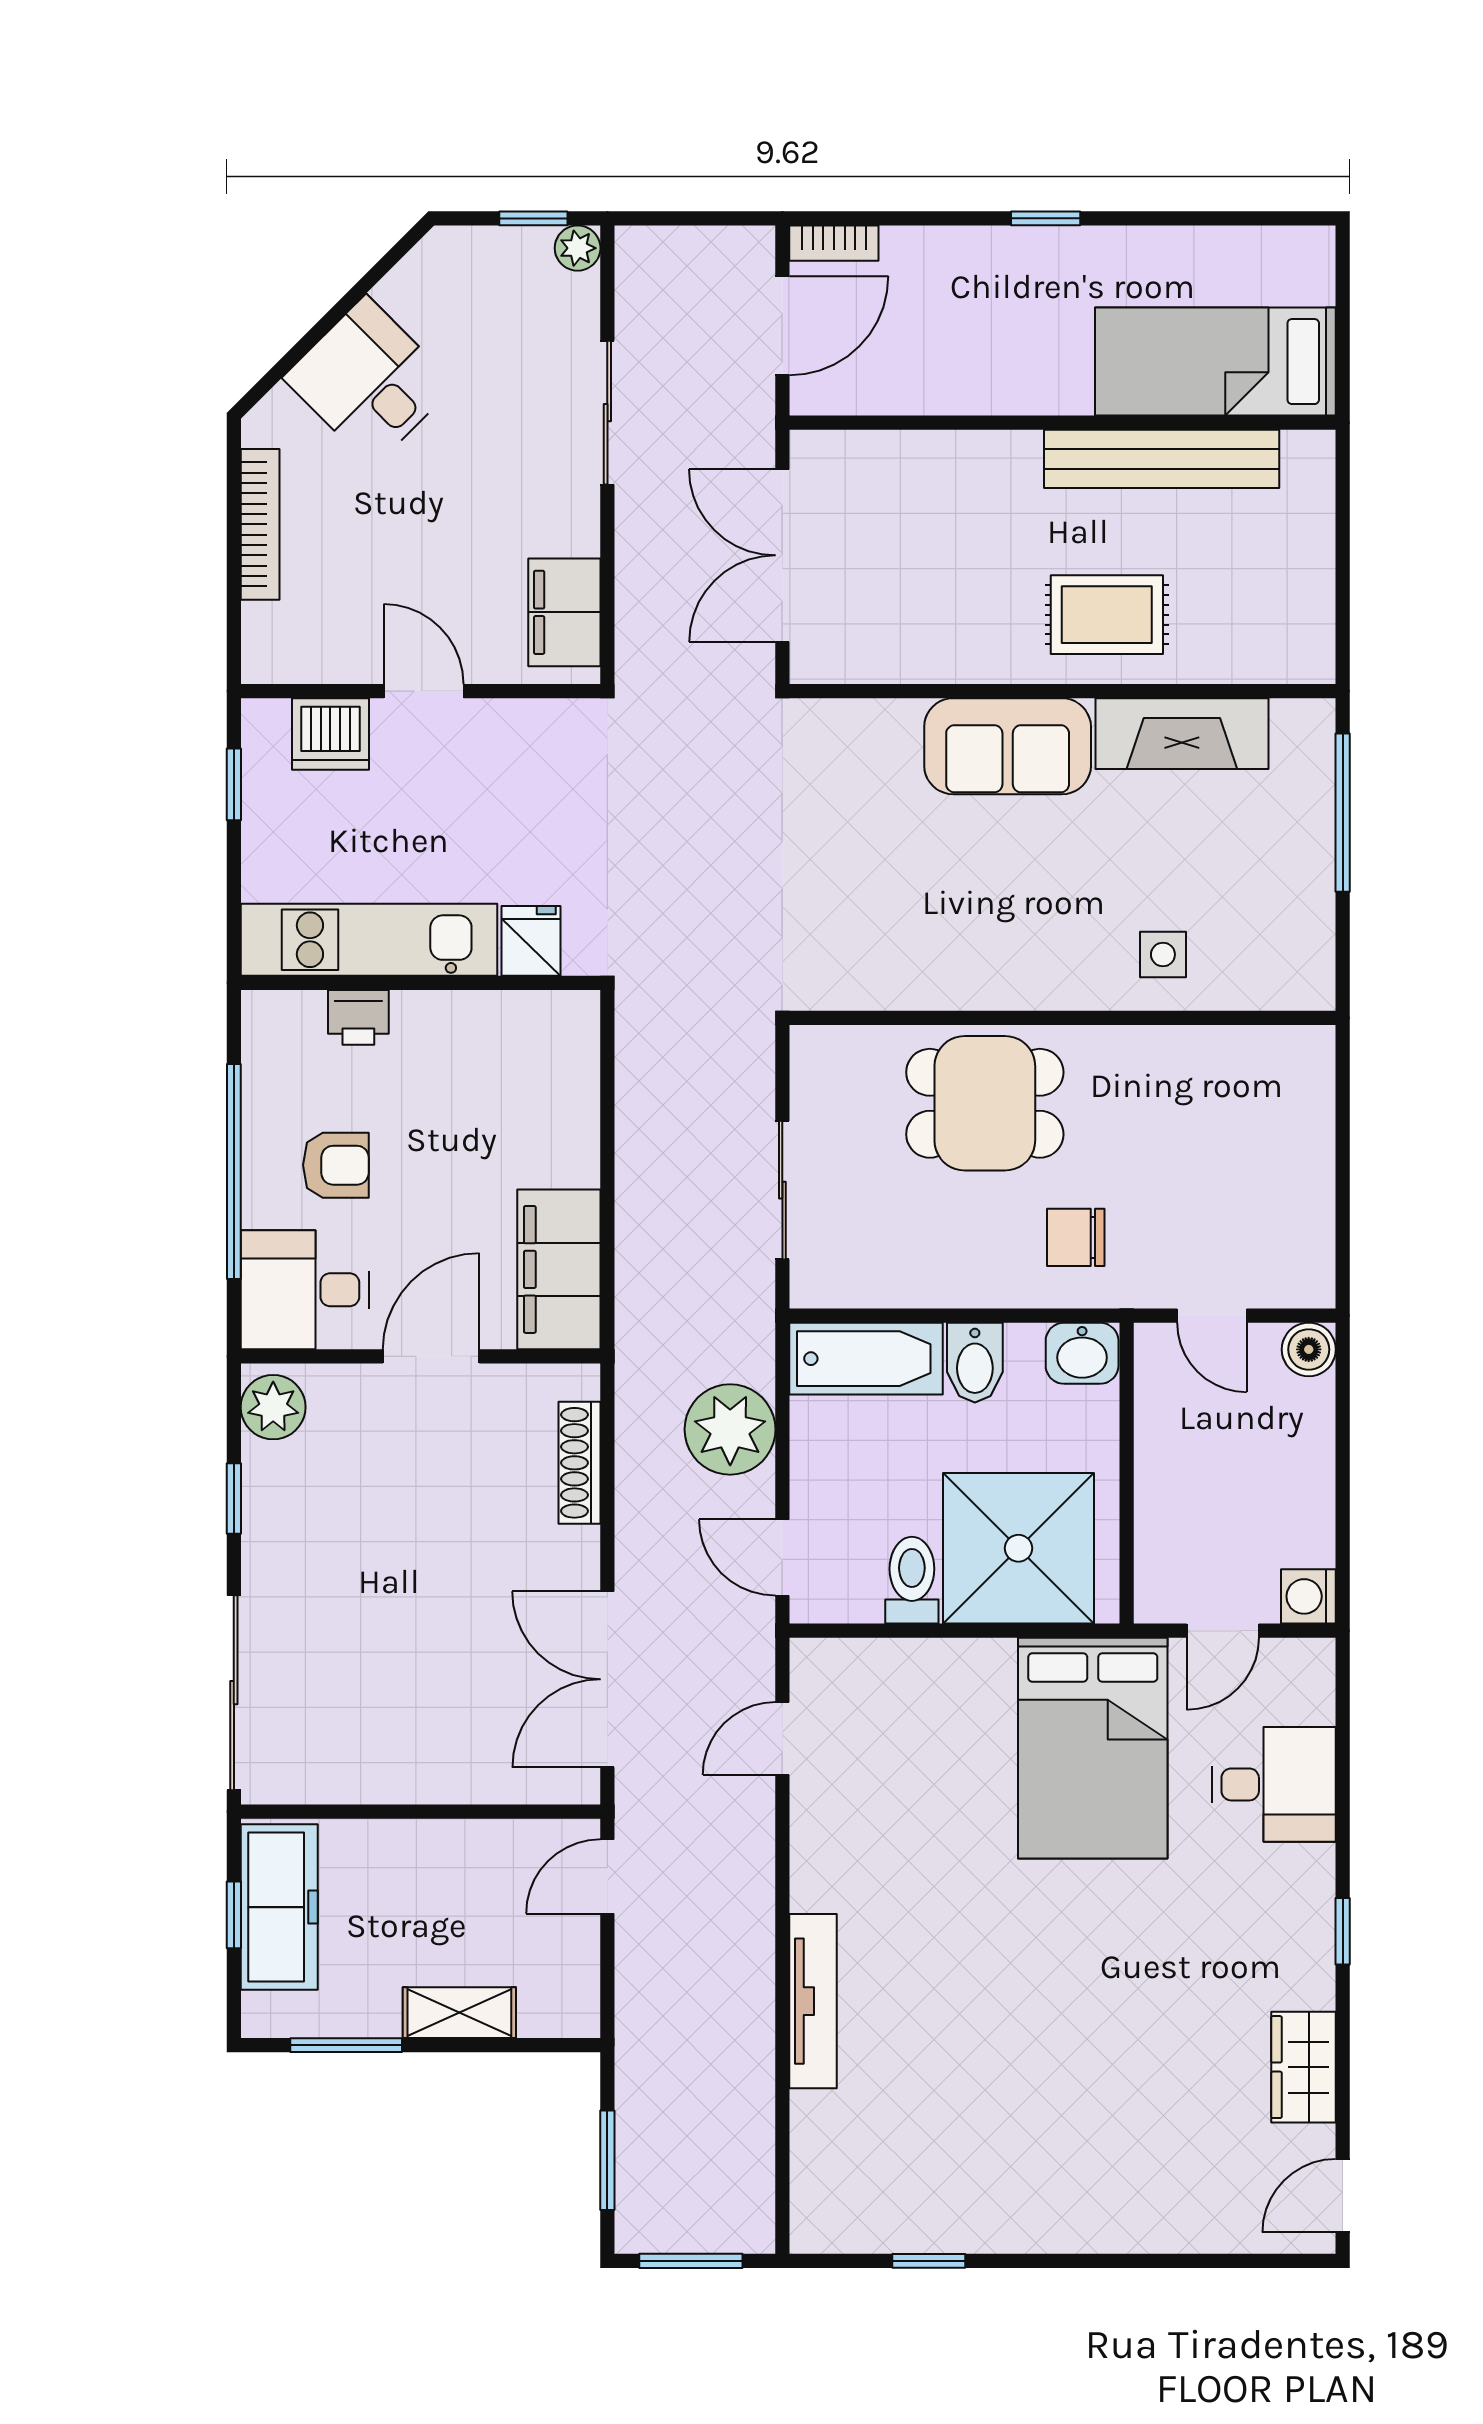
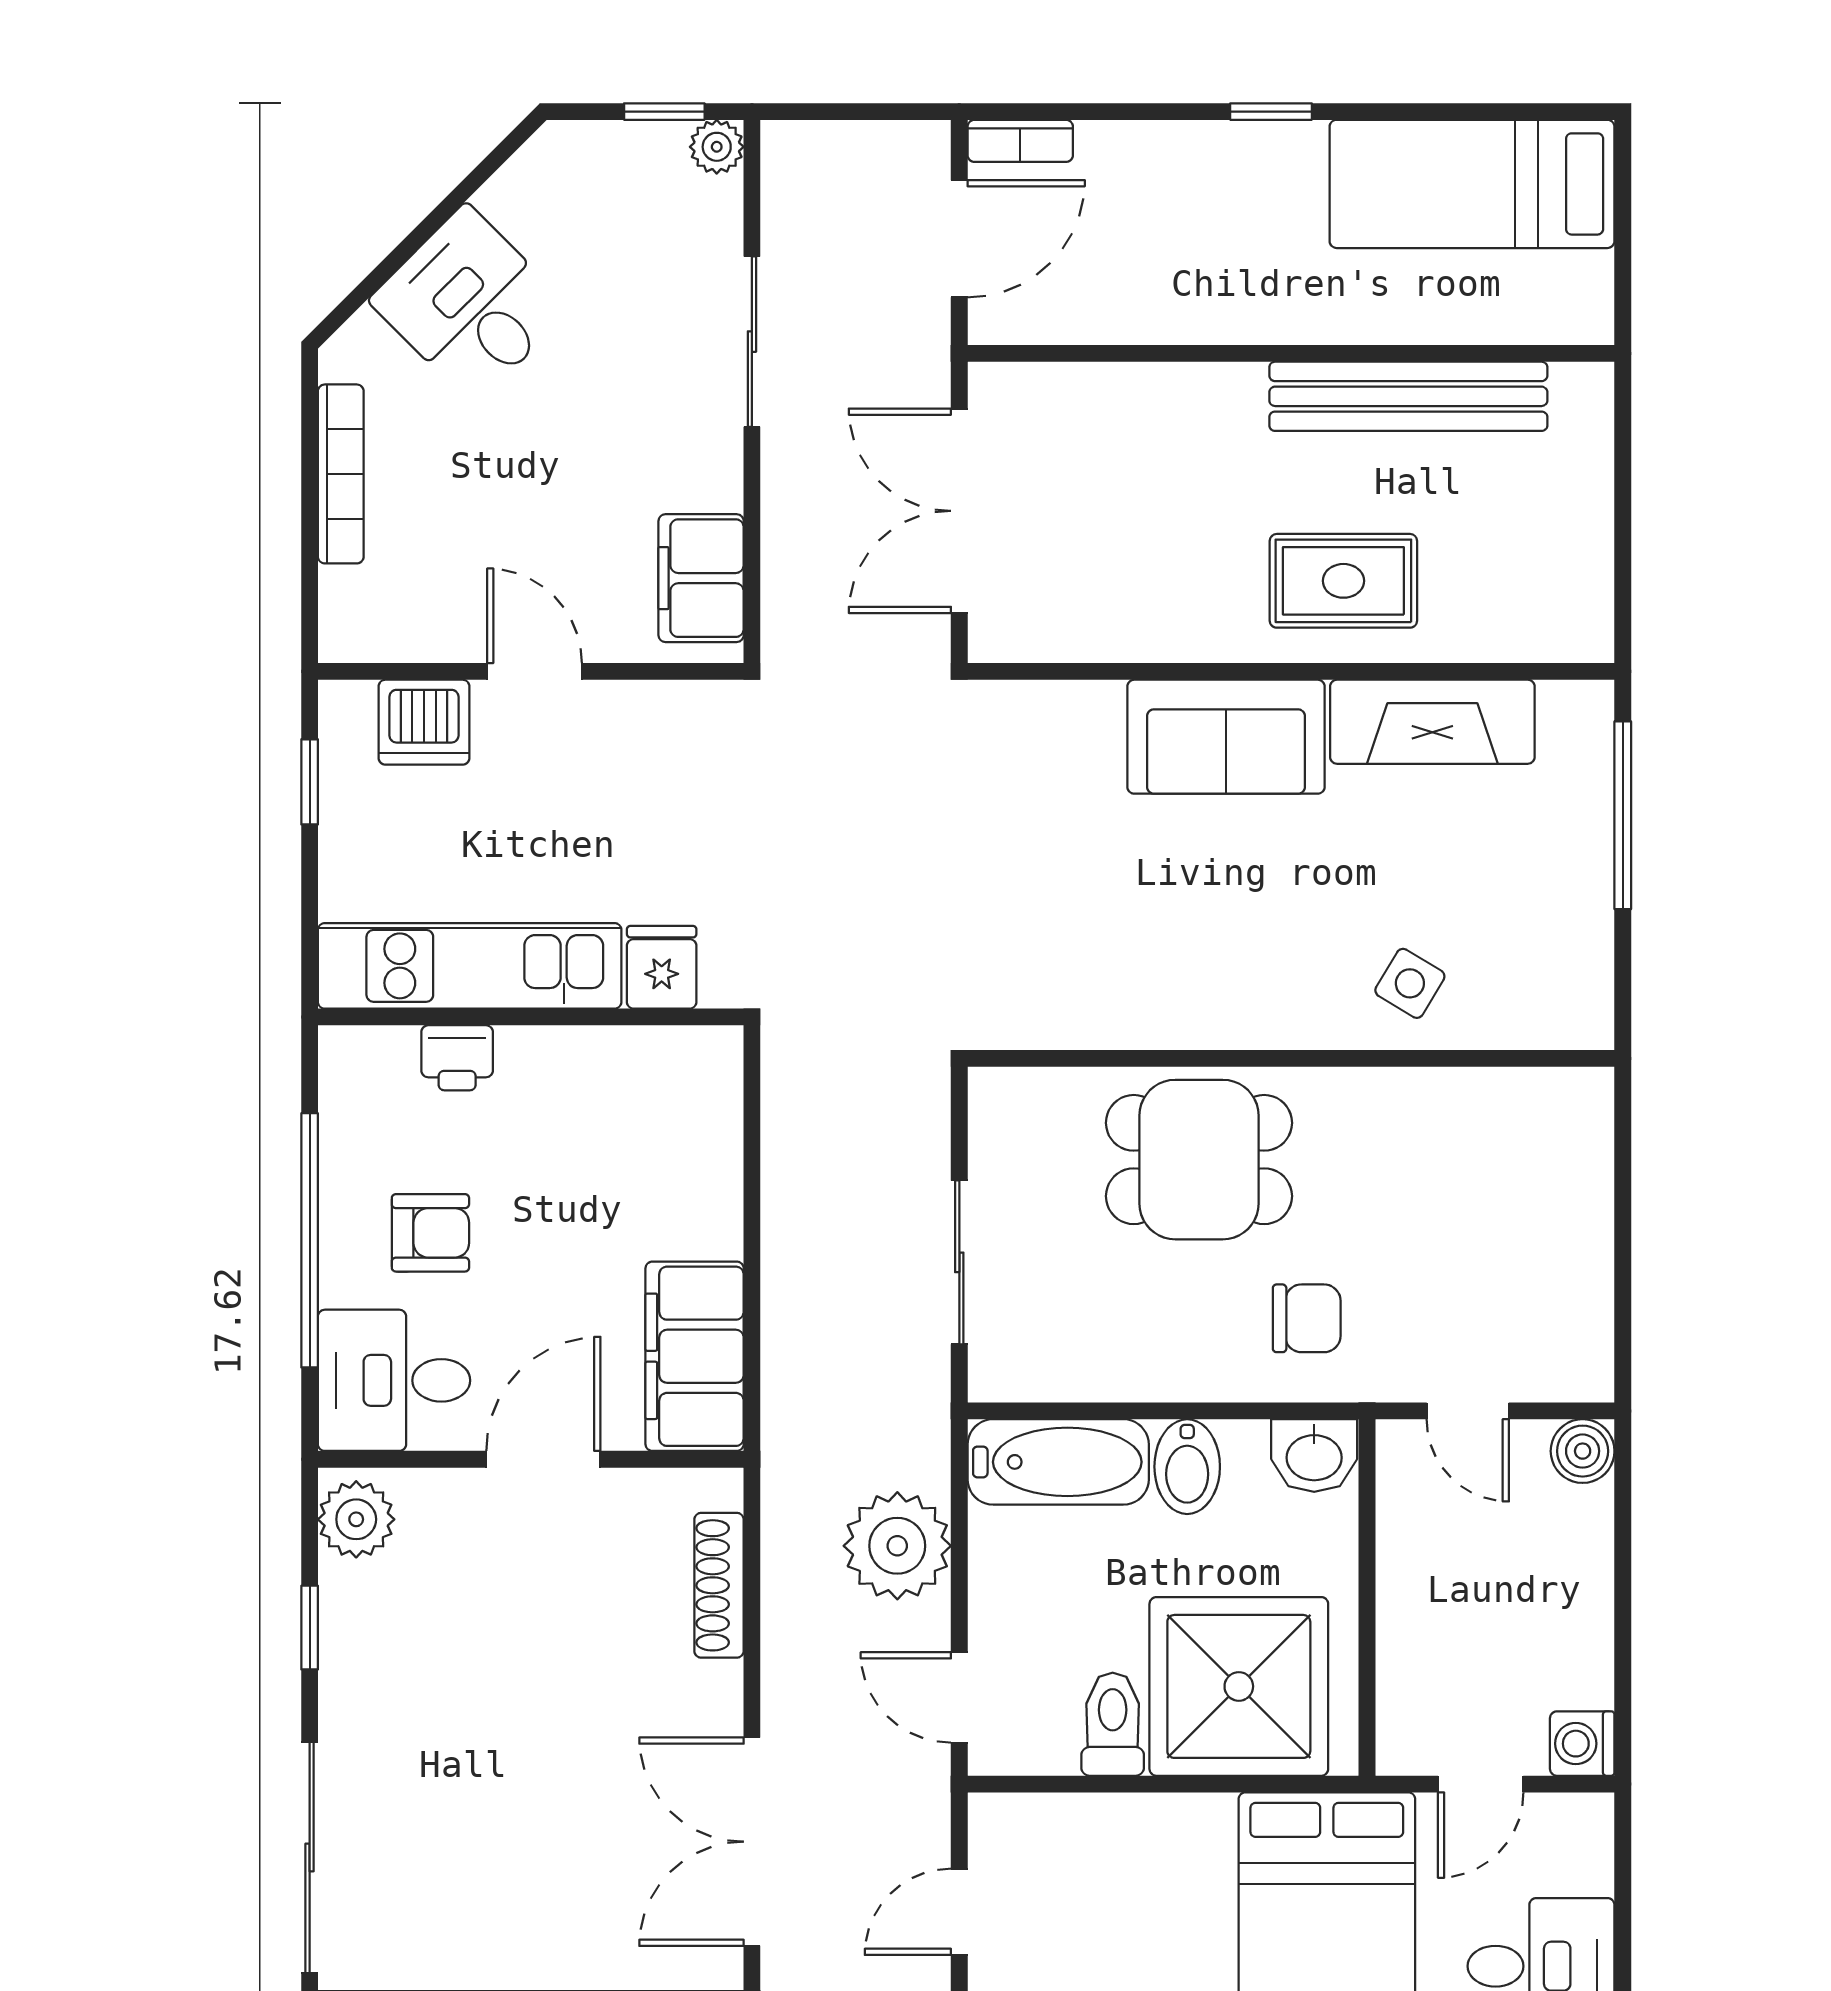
bed: (1215, 362) -> (1472, 184), moved
side table: (1163, 955) -> (1410, 983), turned 31
chair: (1076, 1237) -> (1307, 1318), turned 180

